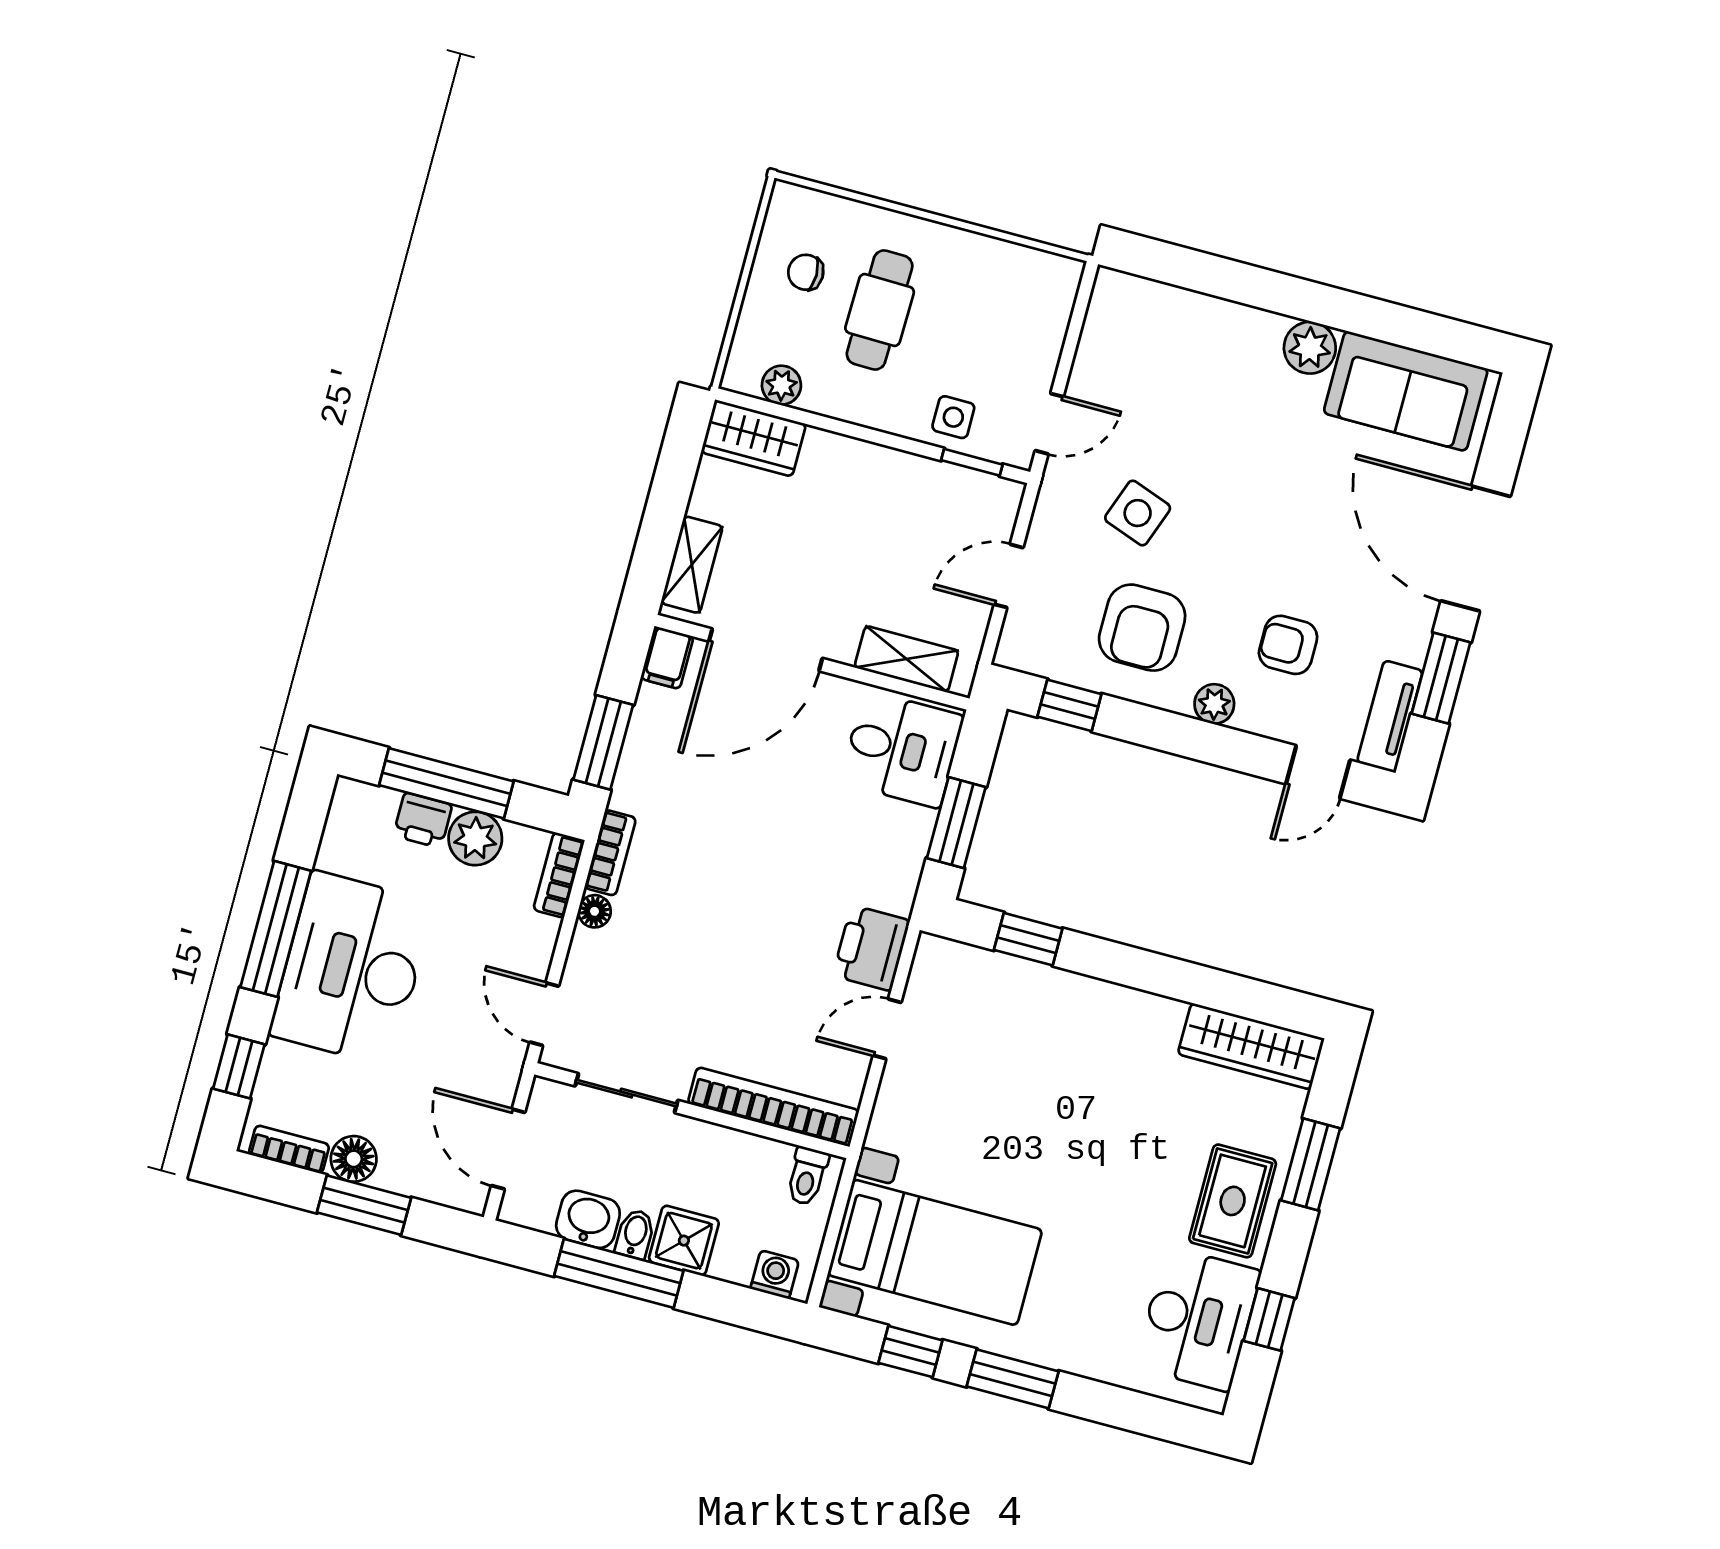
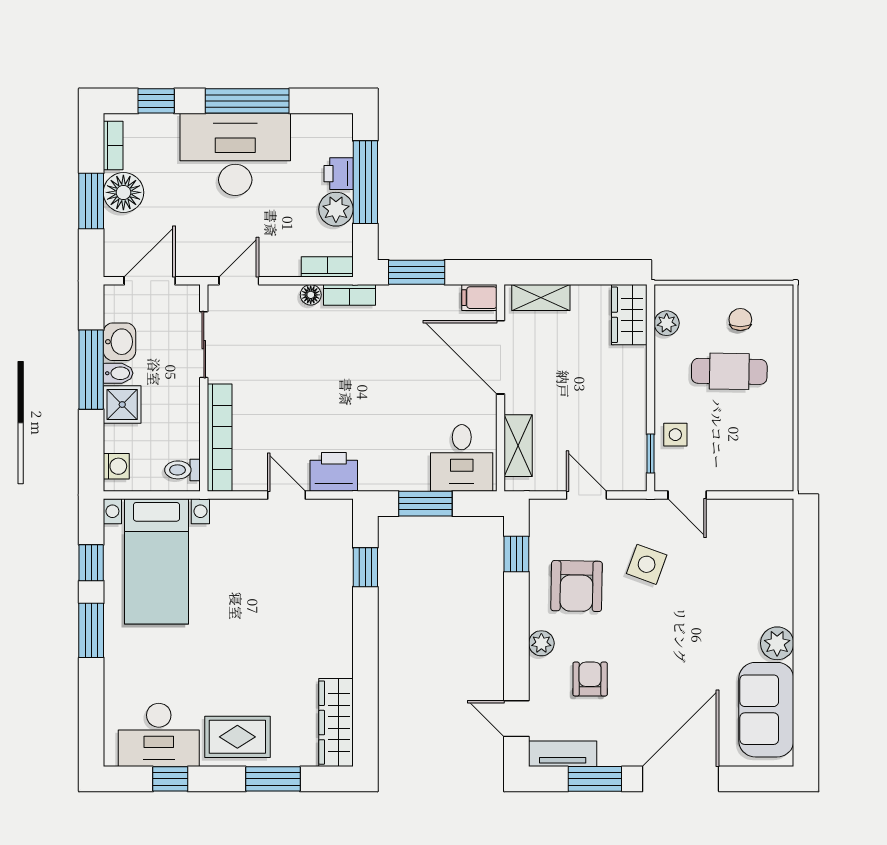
armchair: (1142, 628) -> (577, 586), turned -89
floor lamp: (354, 1159) -> (123, 192), width x1.38, depth x1.38

